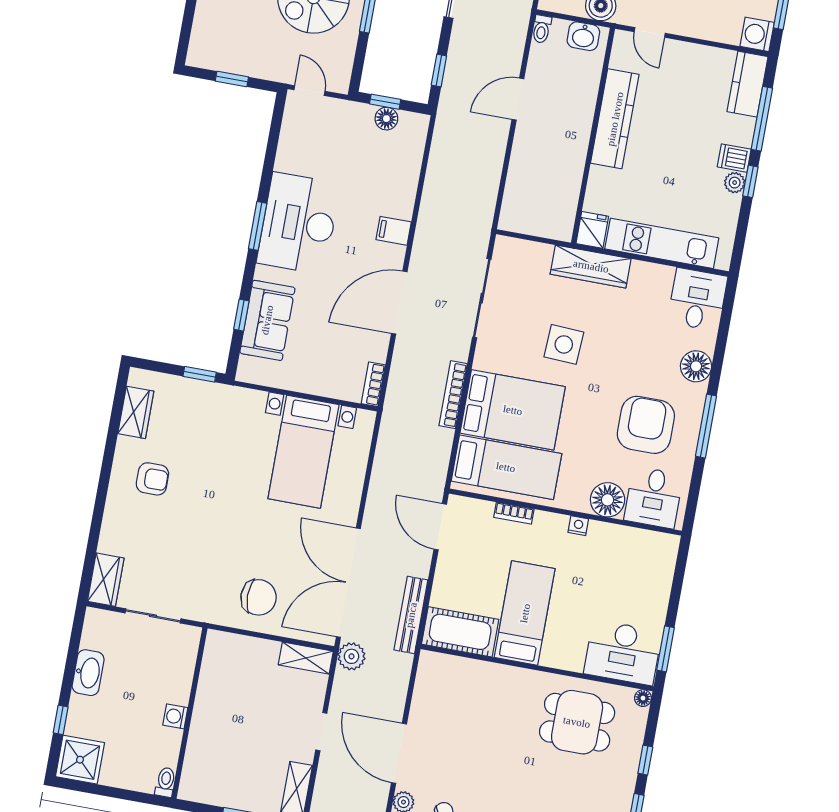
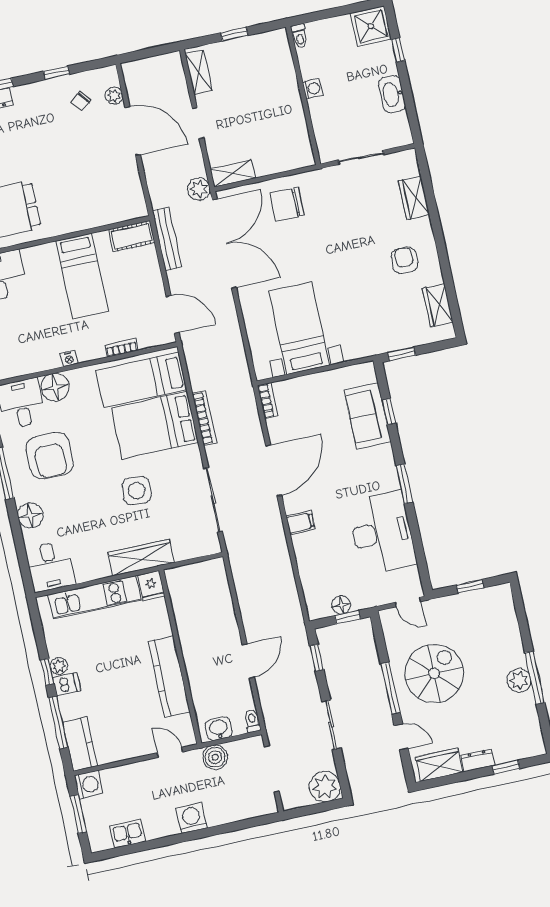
desk: (299, 223) -> (382, 533), moved
armchair: (152, 479) -> (404, 260), turned 90
wardrobe: (106, 580) -> (414, 198), moved
cot: (460, 632) -> (132, 236), width x0.73, depth x0.75

